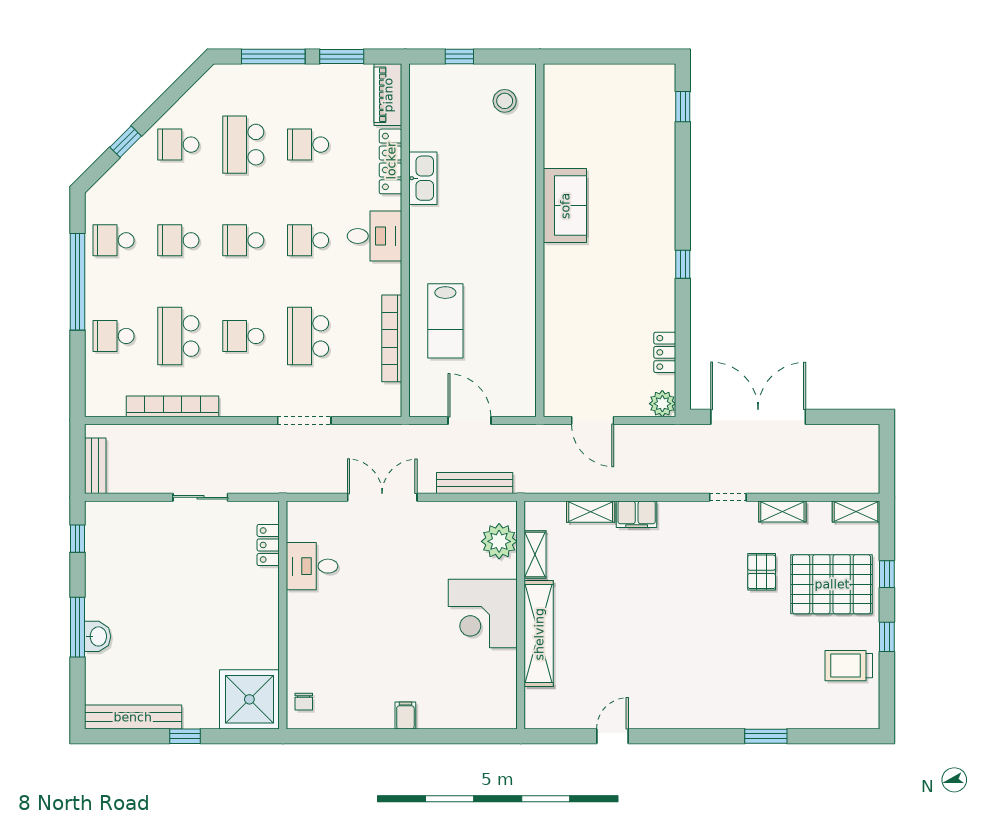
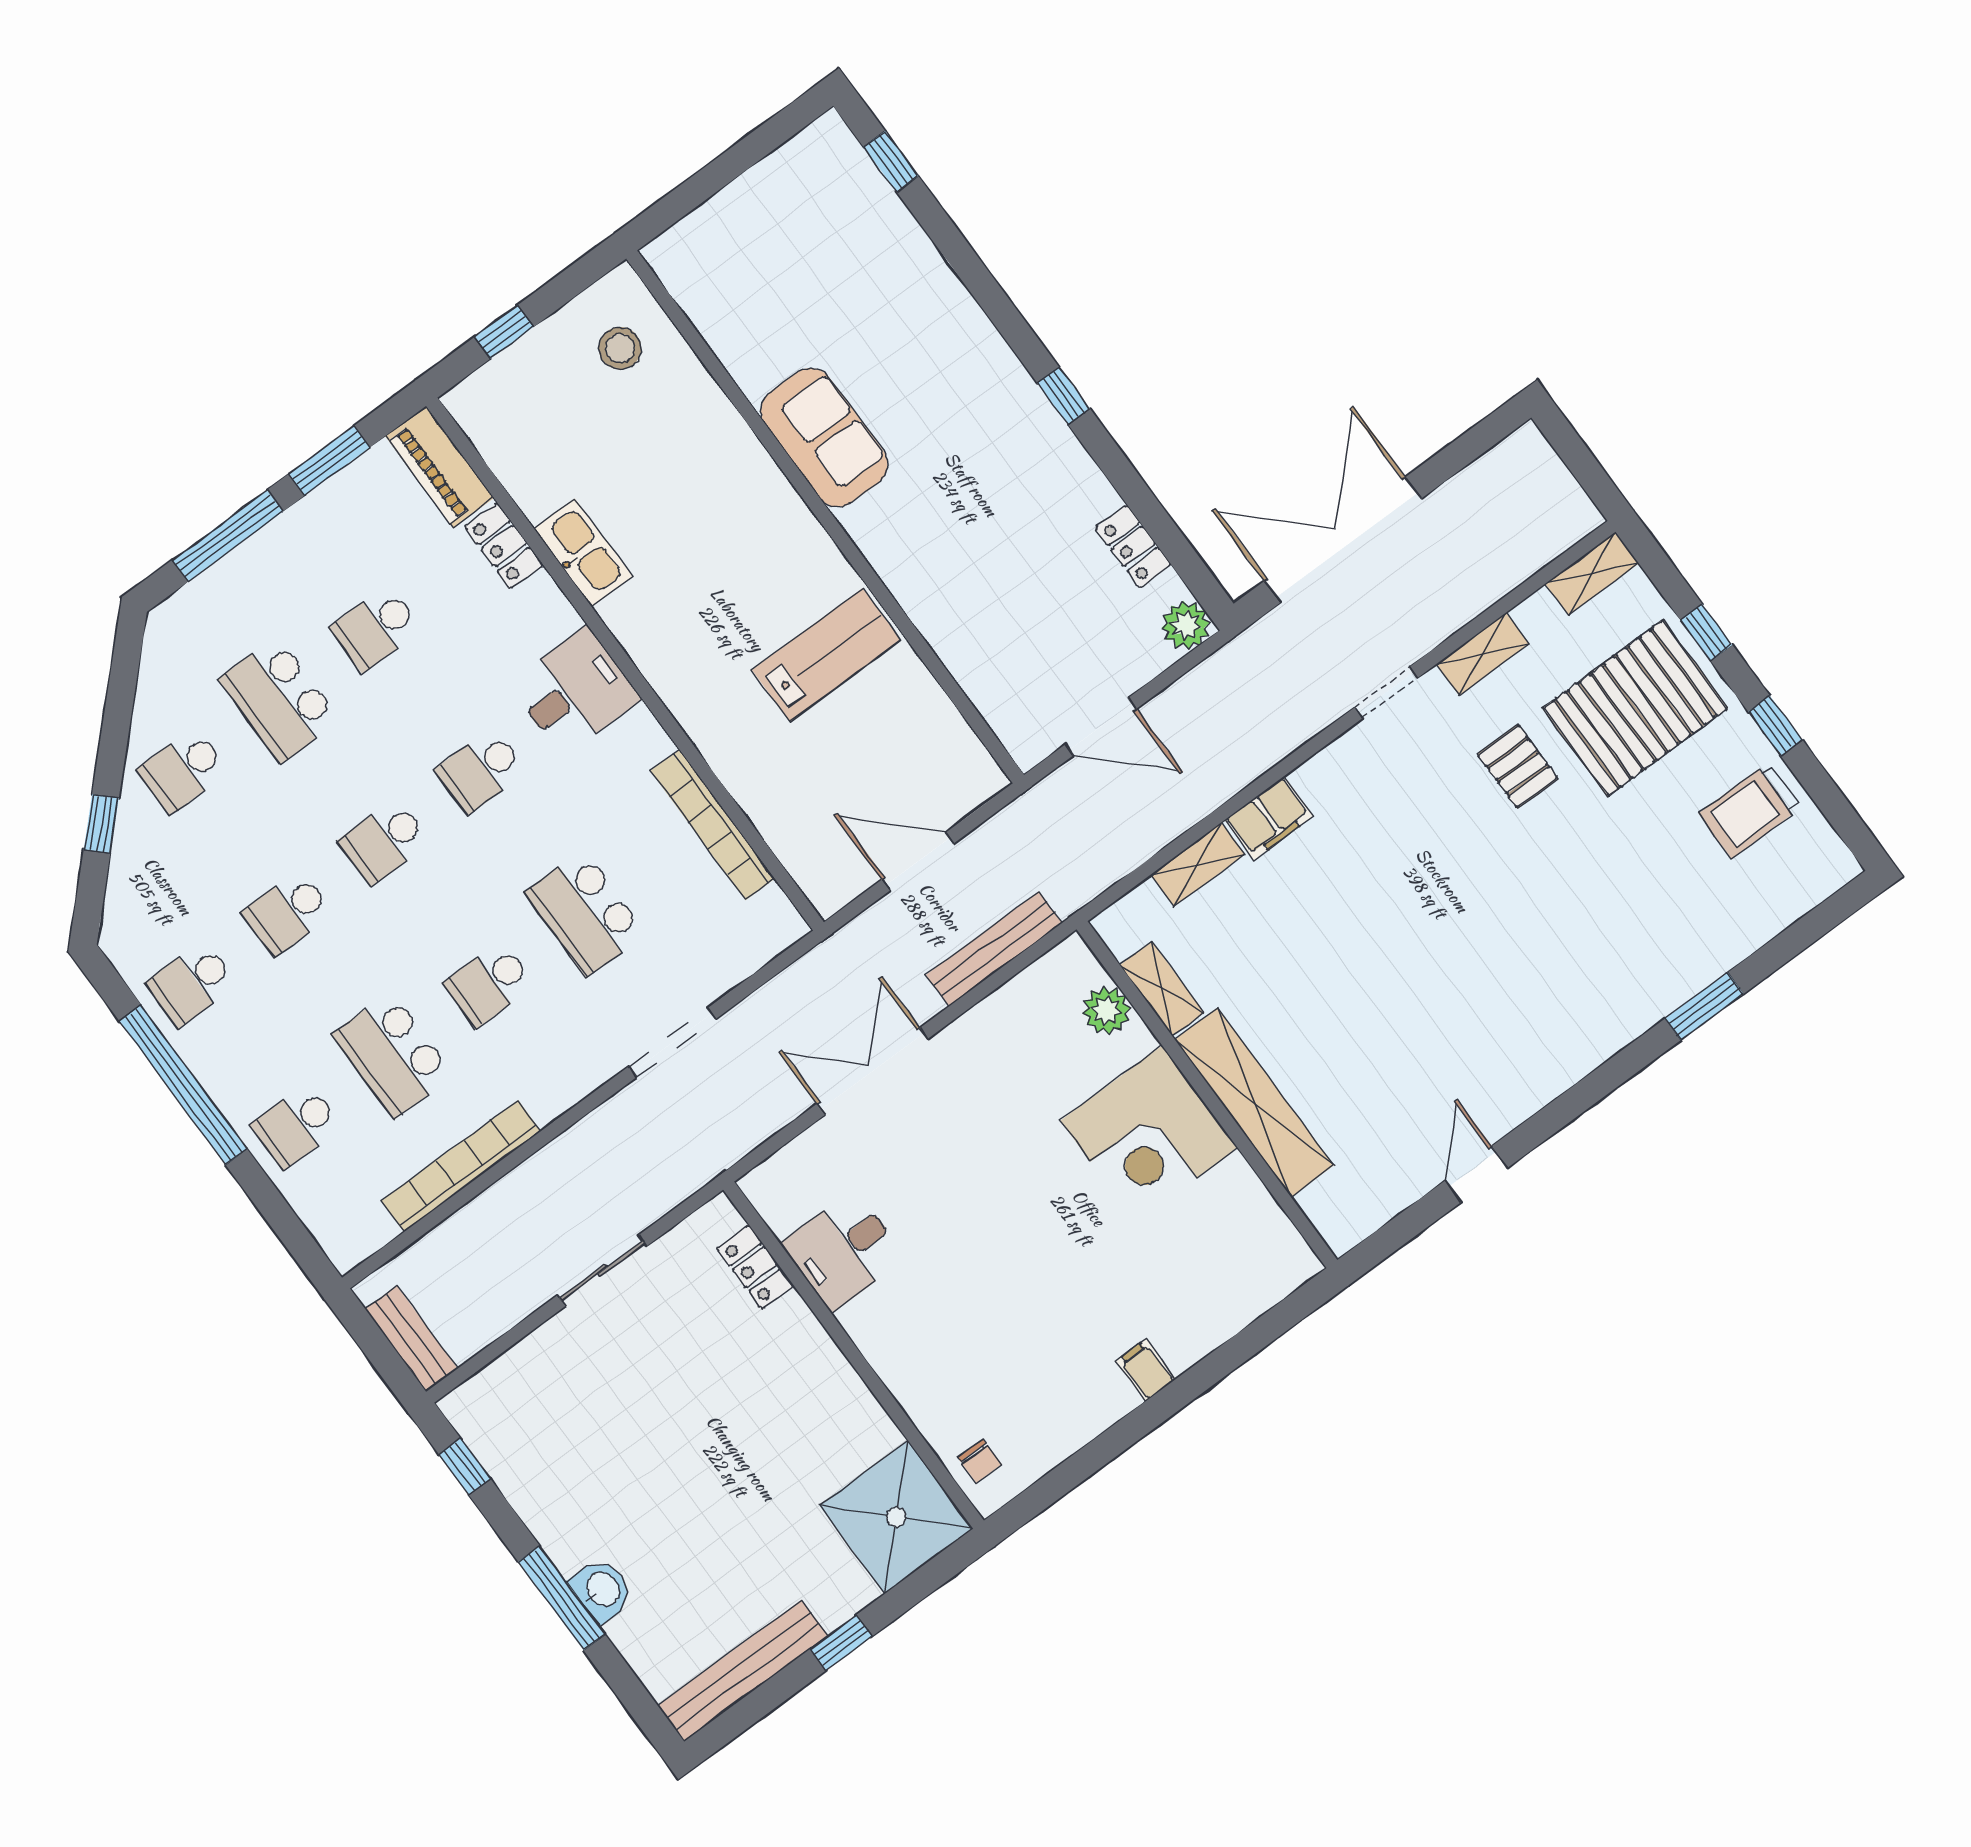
locker: (391, 161) -> (504, 546), width x0.66
lab bench: (445, 321) -> (826, 655), moved, turned -90
plant: (499, 541) -> (1107, 1011), width x0.73, depth x0.73

